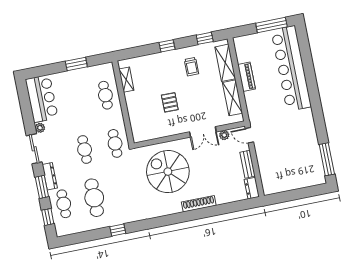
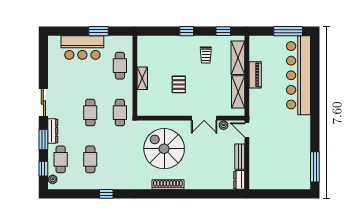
shelving: (126, 80) -> (142, 78), moved
bar counter: (42, 99) -> (82, 47), moved, turned 90
plant: (40, 128) -> (53, 179), moved
cafe table: (94, 198) -> (90, 159), width x0.73, depth x0.74
shoe rack: (199, 204) -> (168, 185), moved

